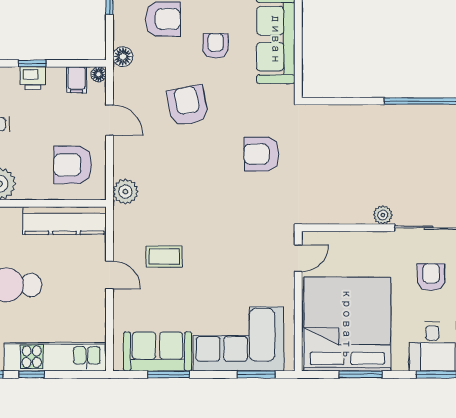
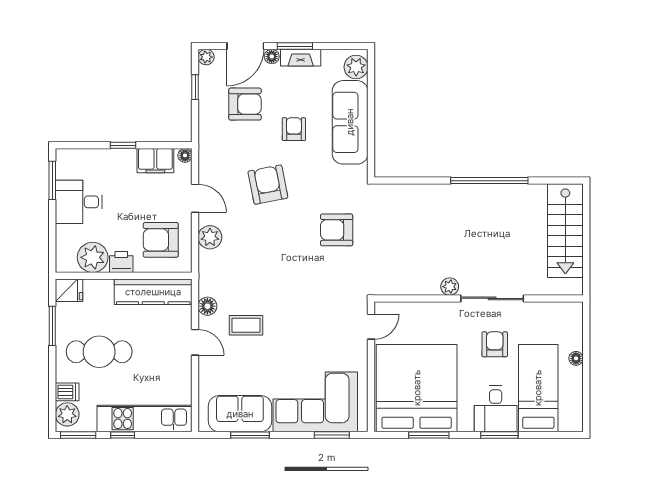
floor lamp: (123, 57) -> (207, 306), moved
printer: (33, 78) -> (121, 262), moved, turned 180
filing cabinet: (77, 80) -> (155, 161), width x2.00
plant: (125, 192) -> (210, 237), moved

